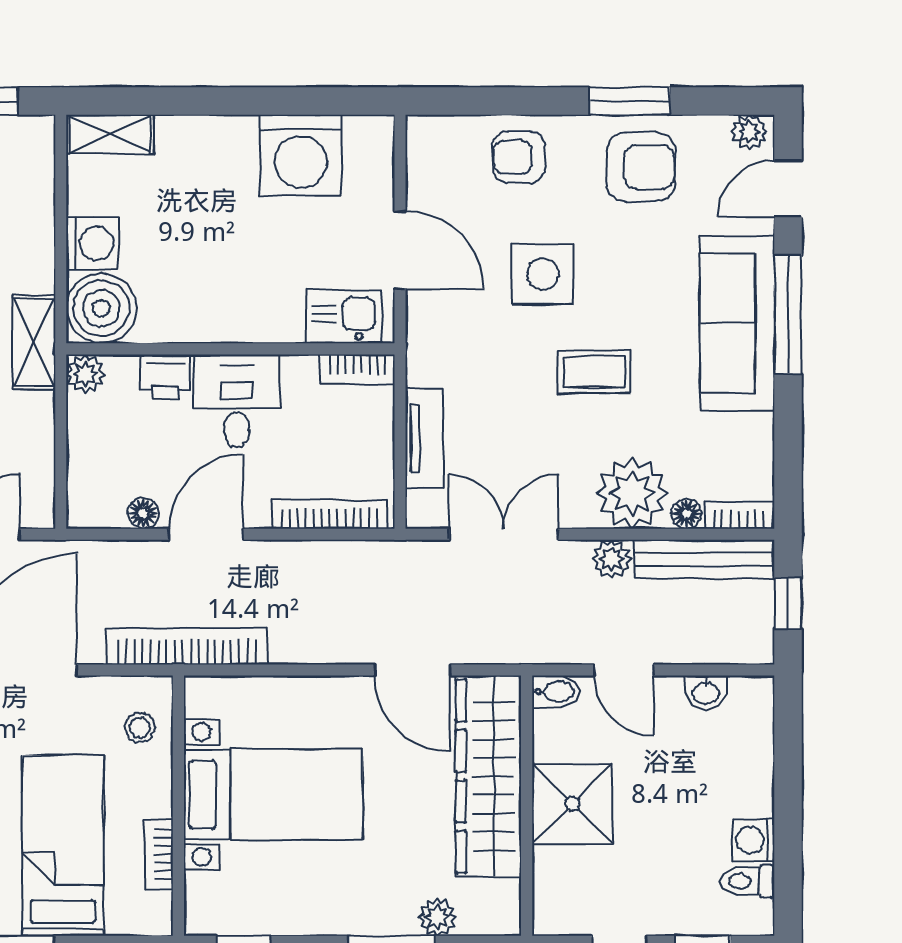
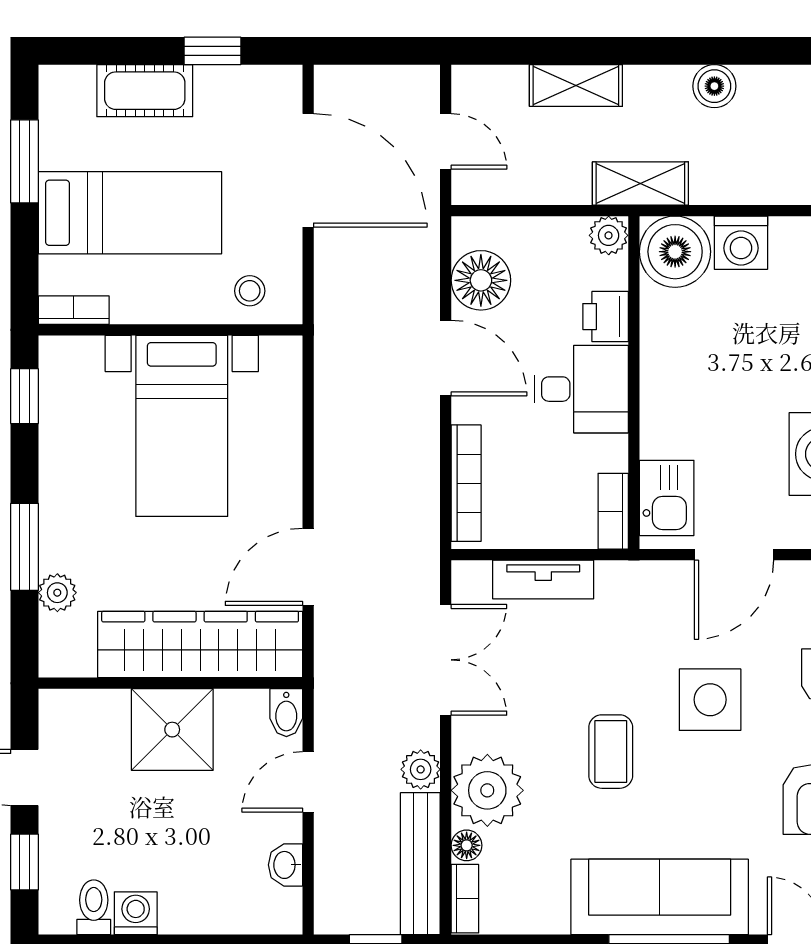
floor lamp: (143, 513) -> (481, 280), width x1.89, depth x1.89
bookcase: (187, 646) -> (332, 338), removed
bookcase: (159, 854) -> (74, 310), moved

